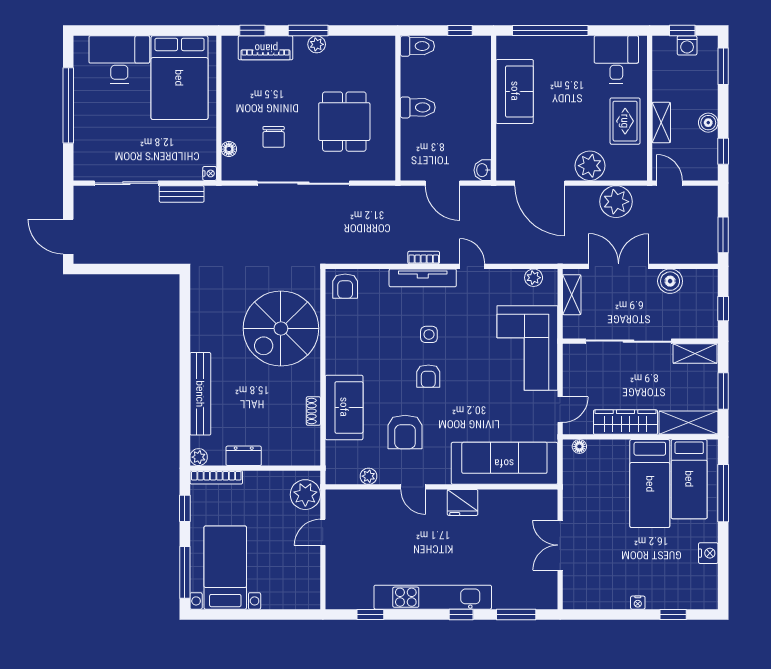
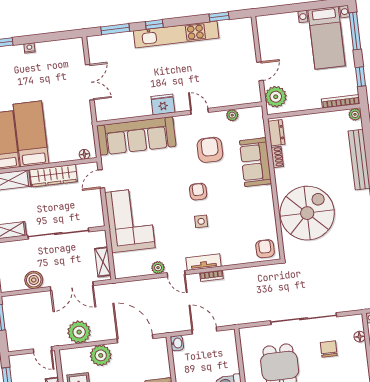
tv unit: (423, 278) -> (203, 262), width x0.71
plant: (534, 278) -> (158, 268), moved
dresser: (244, 456) -> (276, 133), moved, turned -90

